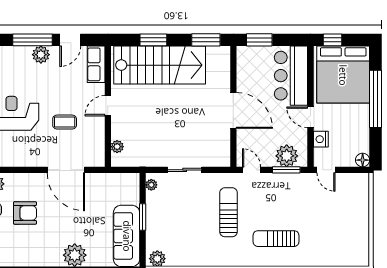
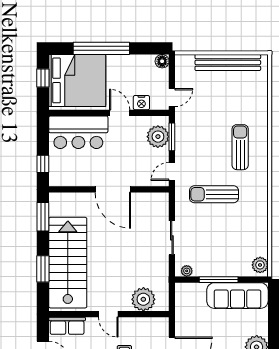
window: (259, 40) -> (43, 164), width x0.67
window: (332, 40) -> (43, 78), moved
door: (233, 110) -> (113, 189), swing flipped
door: (311, 117) -> (120, 113), swing flipped
plant: (117, 147) -> (143, 299), width x1.88, depth x1.88
window: (143, 217) -> (219, 280), width x1.44
bench: (361, 226) -> (228, 62), added
sun lounger: (276, 239) -> (240, 147), turned 180

